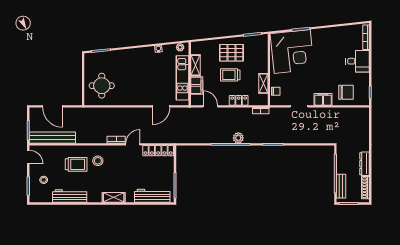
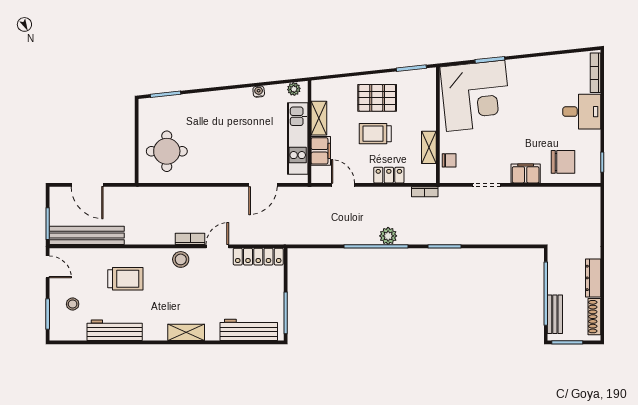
stool: (98, 161) -> (181, 259), moved

